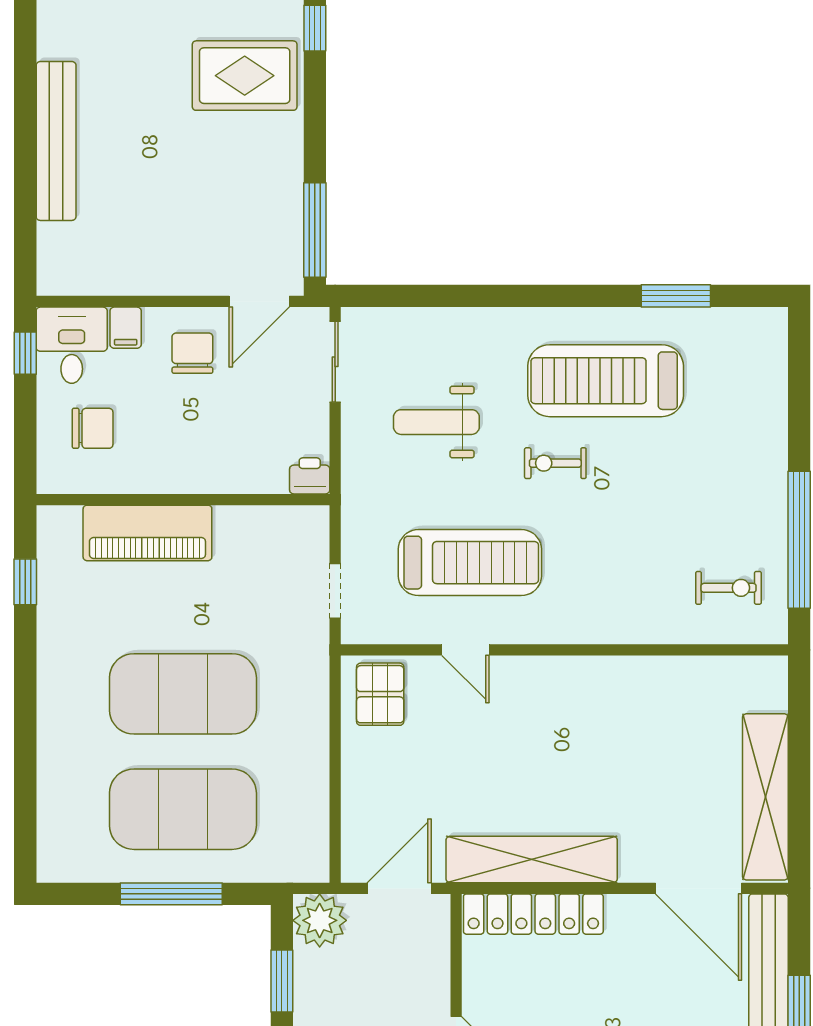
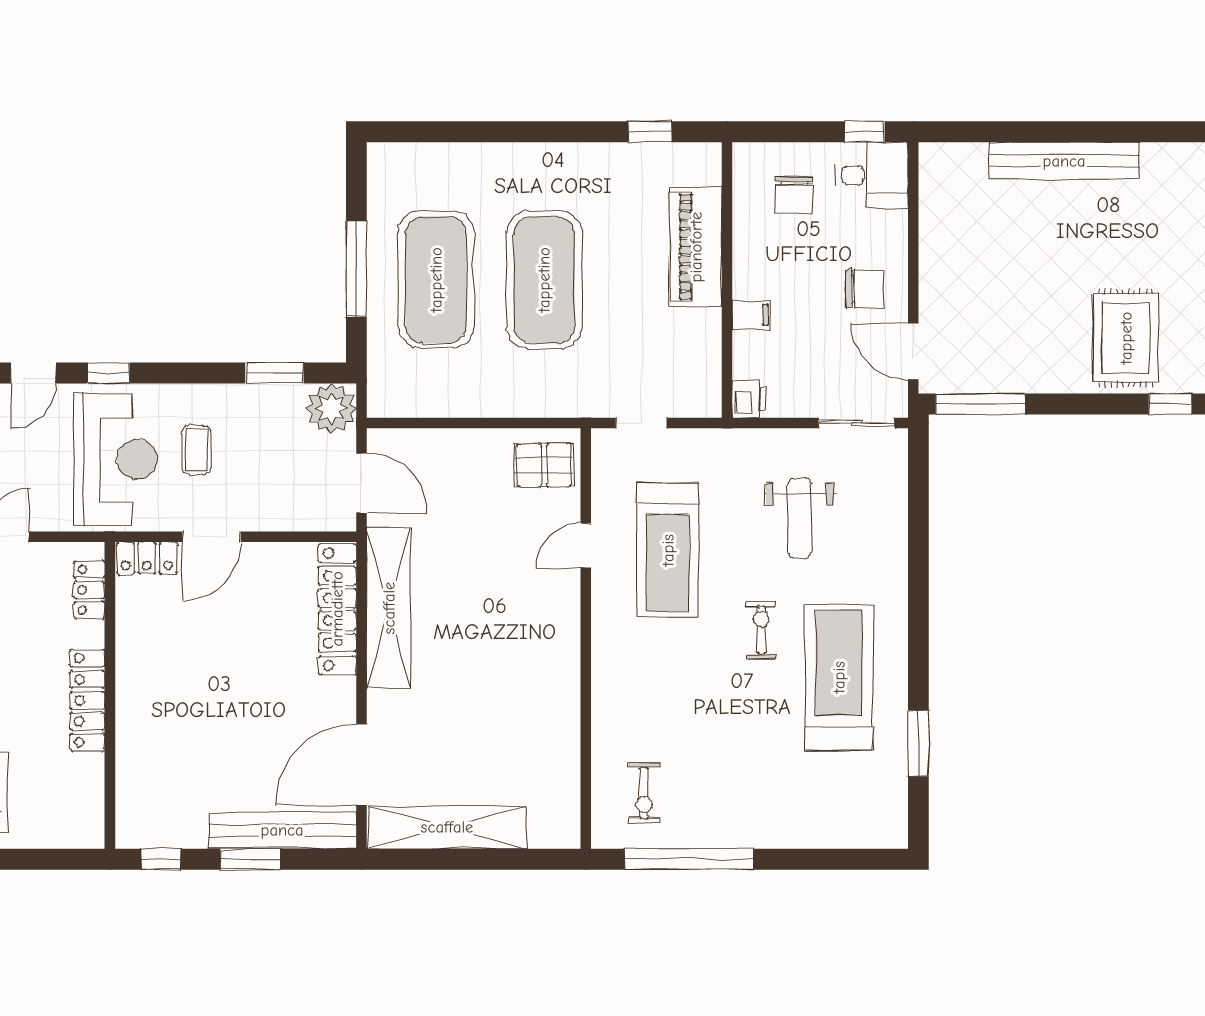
filing cabinet: (126, 328) -> (752, 315), moved, turned 180
weight bench: (436, 422) -> (800, 518), turned 180

